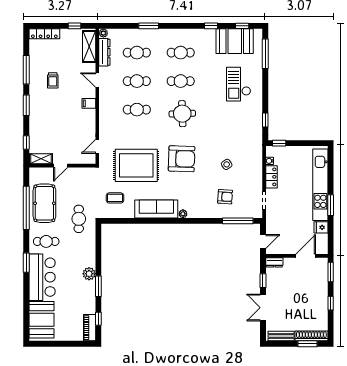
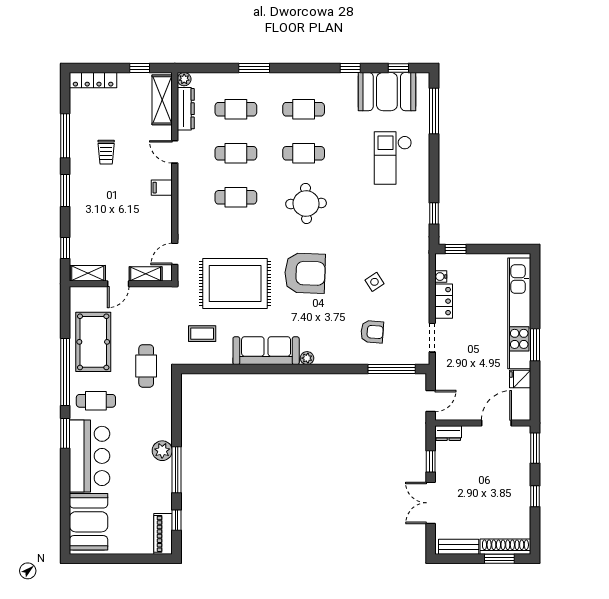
shelving: (78, 159) -> (146, 274), added
window: (26, 208) -> (65, 372), moved
window: (98, 286) -> (177, 470), width x1.44

